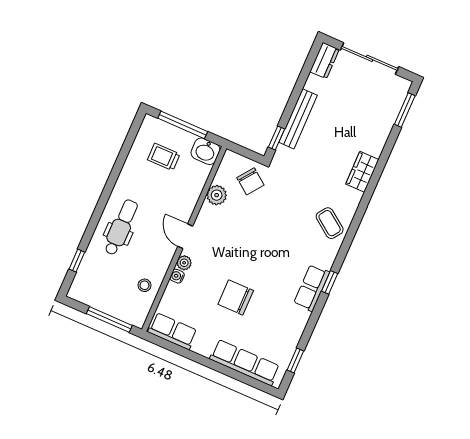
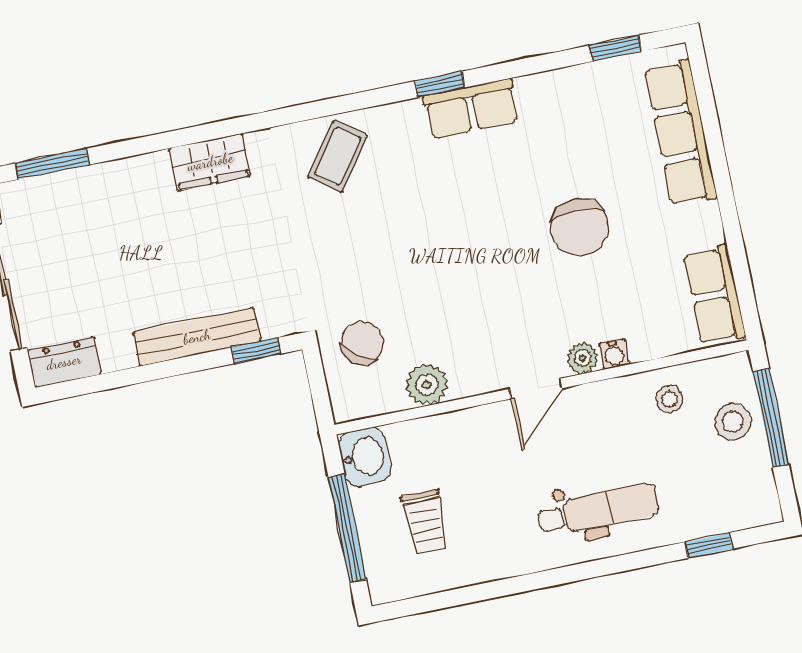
dental chair: (121, 227) -> (598, 510), turned 180
stool: (118, 304) -> (733, 421), added

